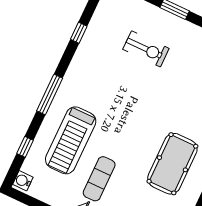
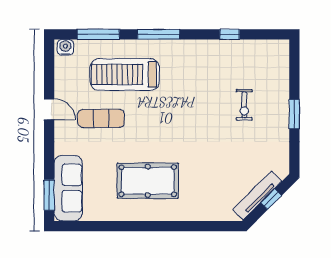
exercise bike: (146, 49) -> (244, 105), width x0.73, depth x0.72
window: (25, 147) -> (98, 34), width x2.17

